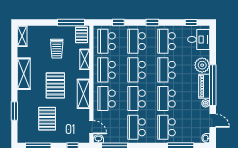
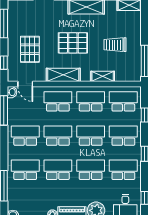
pallet: (82, 35) -> (130, 73), removed
pallet: (47, 119) -> (30, 49), moved, turned 90
door: (91, 127) -> (25, 84), hinge flipped

